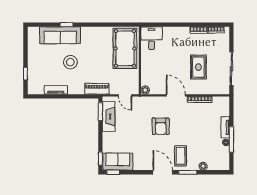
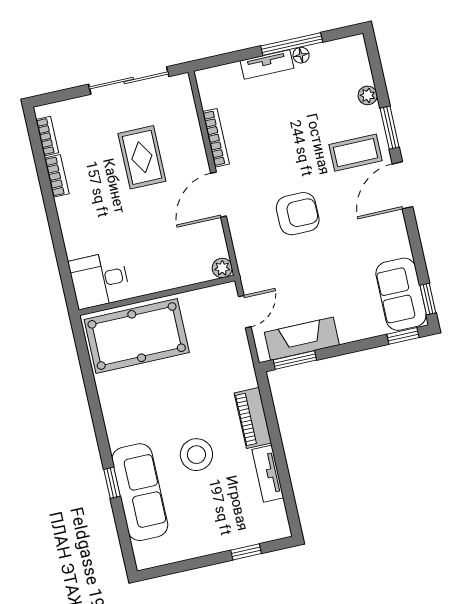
rug: (198, 67) -> (142, 157), turned 90
piano: (97, 89) -> (253, 418), moved

